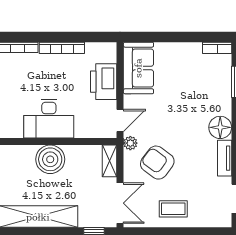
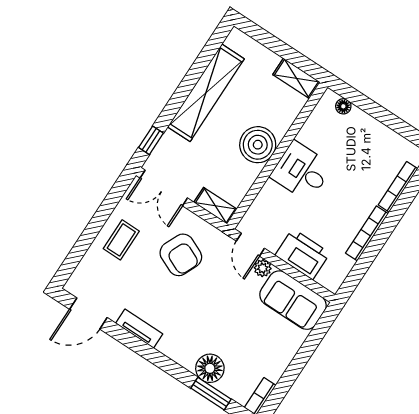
desk: (49, 119) -> (301, 171), width x0.73
floor lamp: (220, 127) -> (210, 368), moved
plant: (130, 143) -> (263, 268), moved
armchair: (157, 163) -> (181, 255), turned 77

